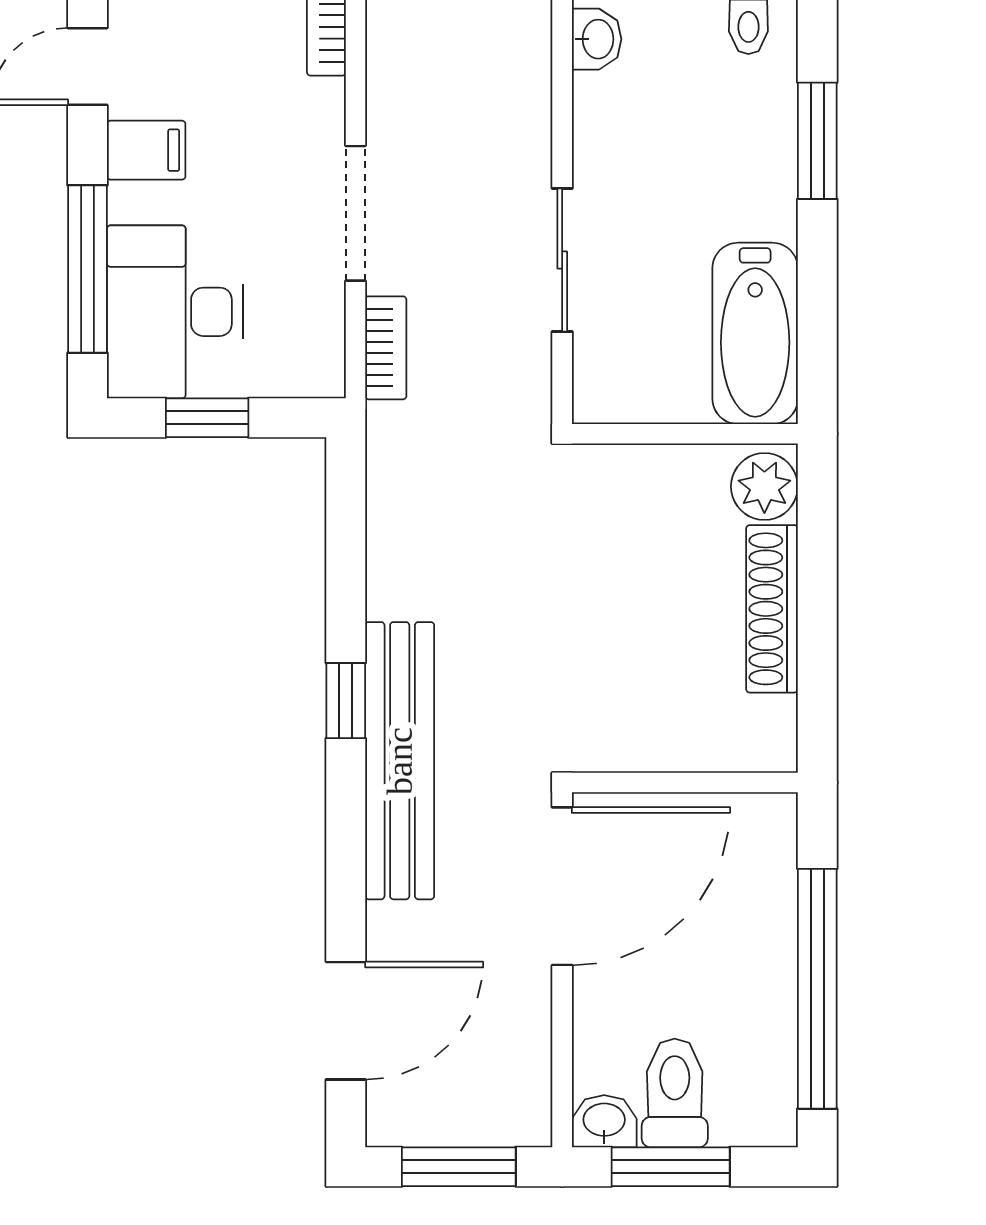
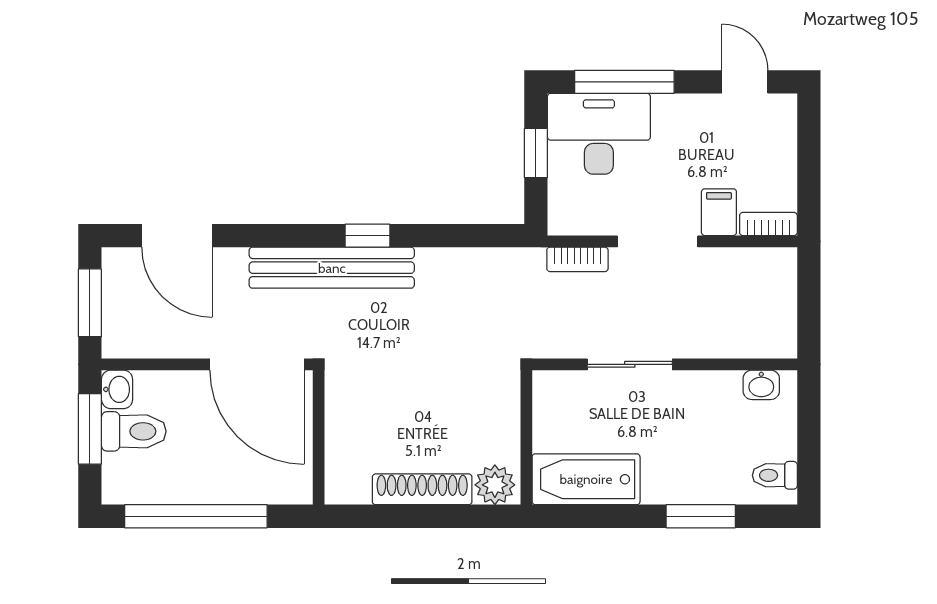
filing cabinet: (146, 150) -> (719, 212), moved, turned 180

